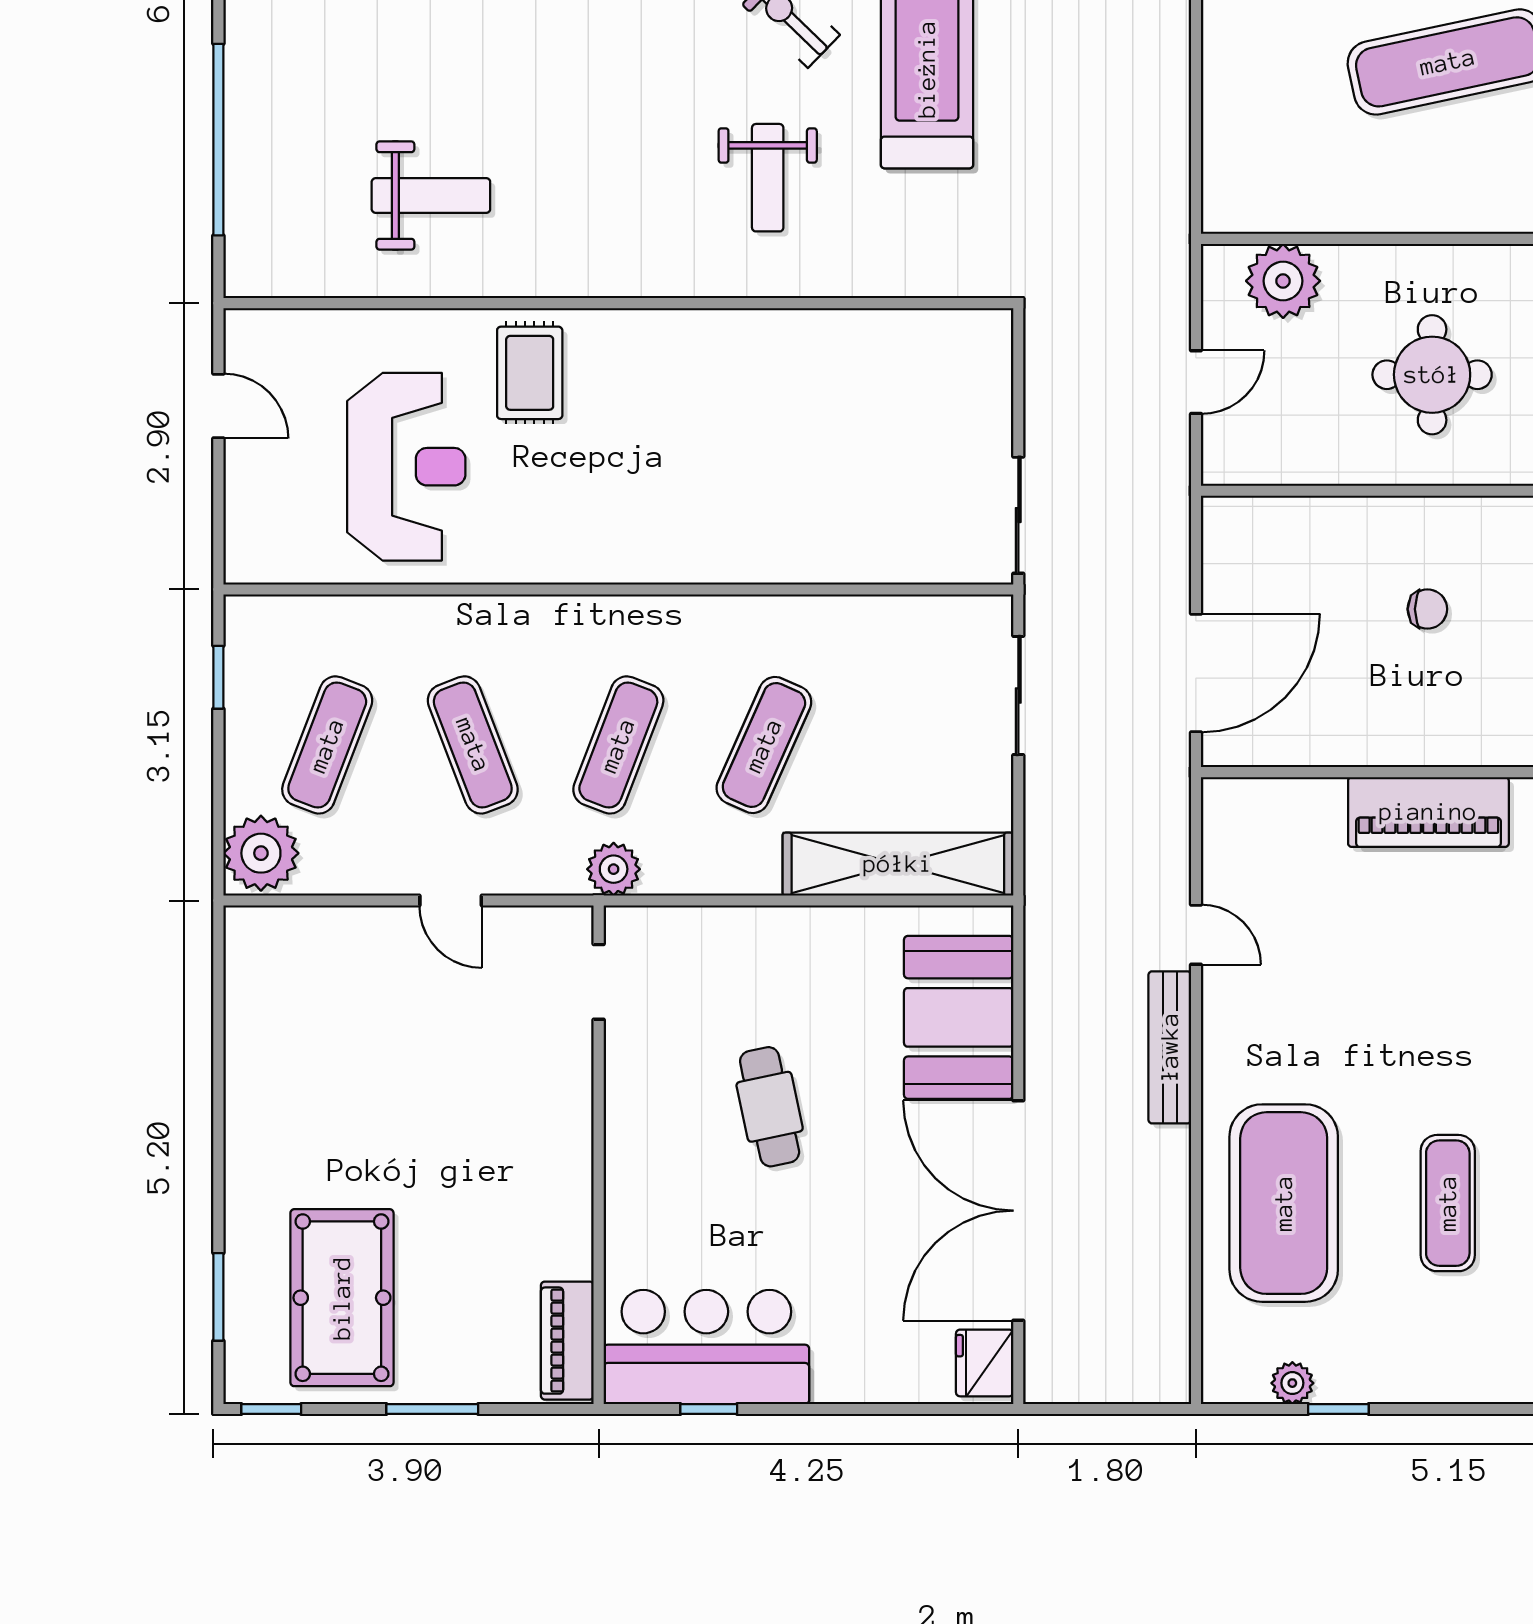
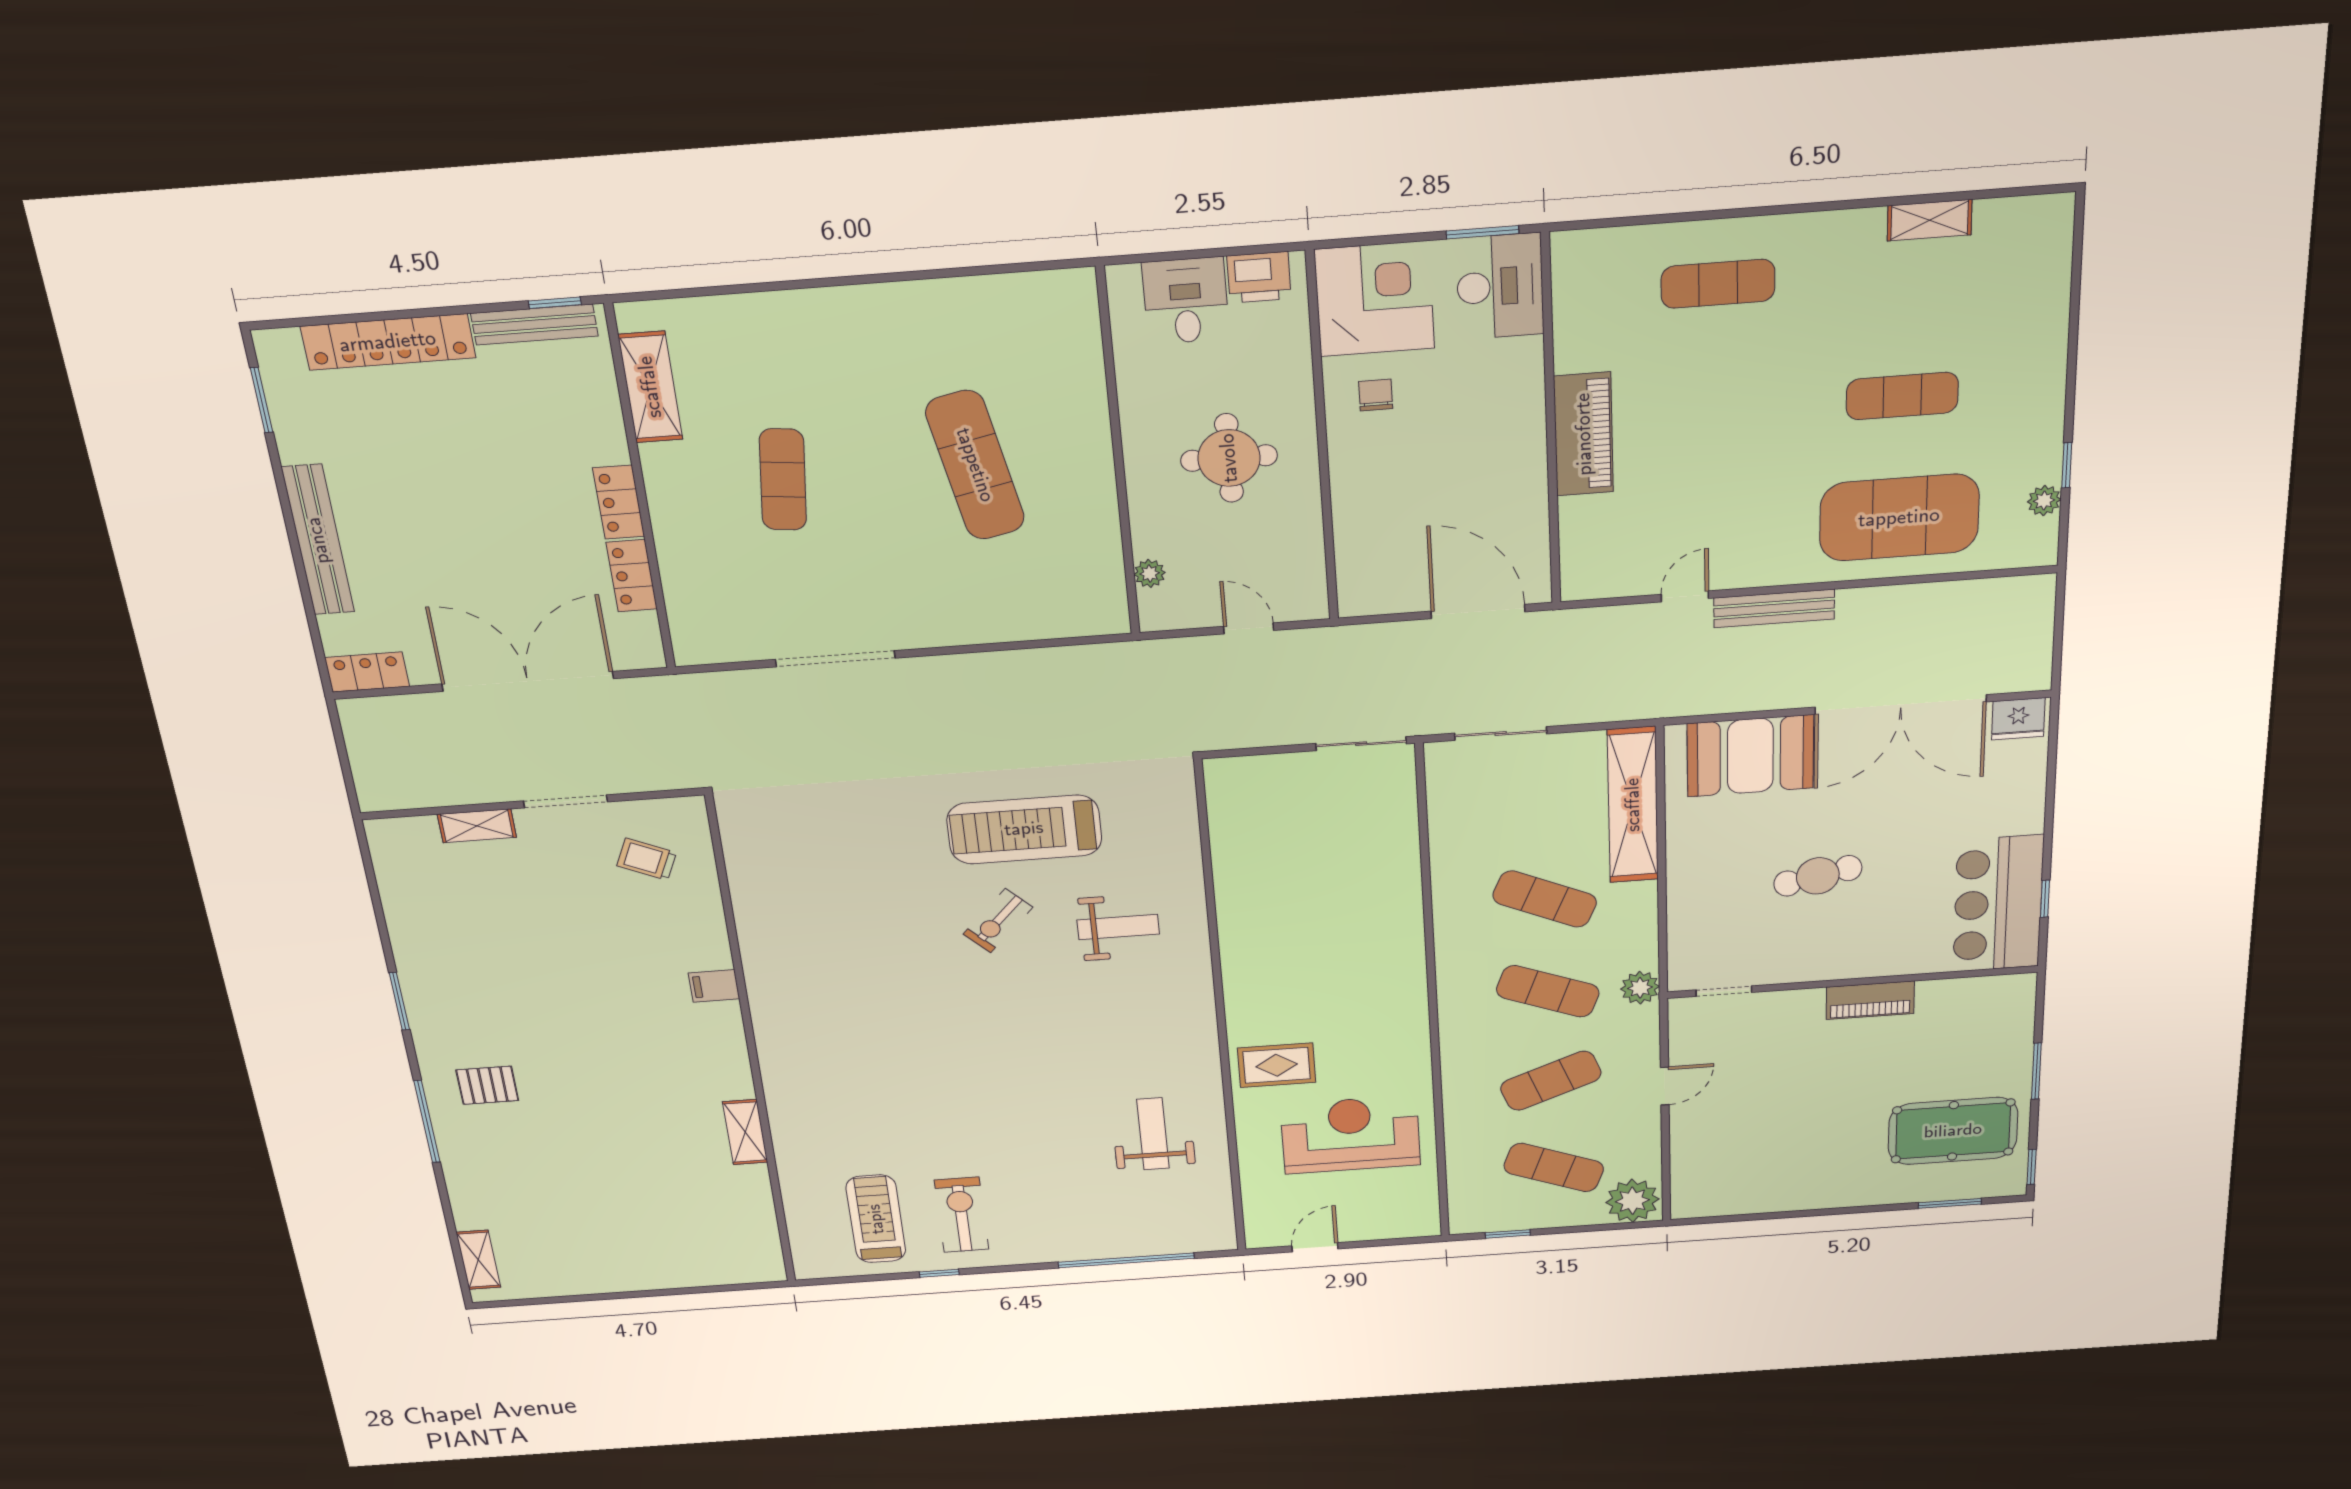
plant: (1283, 281) -> (1150, 573), width x0.53, depth x0.53
chair: (1427, 609) -> (1376, 395), moved
piano: (567, 1341) -> (1870, 1000), moved

